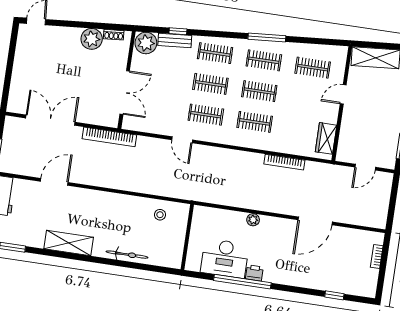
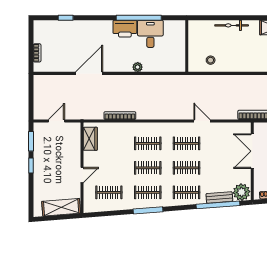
window: (178, 31) -> (218, 205), width x3.17
desk: (225, 258) -> (150, 34), width x0.73
printer: (254, 273) -> (125, 29), width x1.87, depth x1.48

